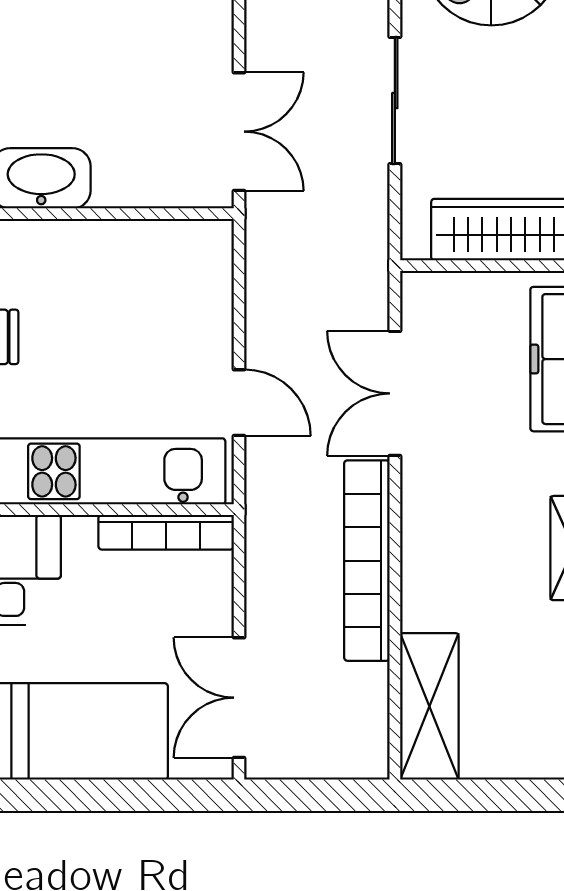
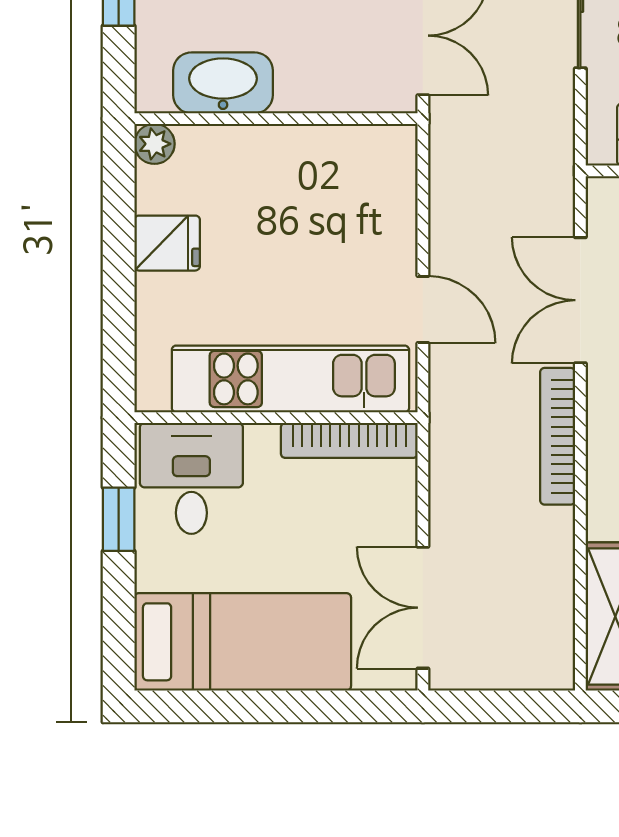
bookcase: (367, 561) -> (558, 436), width x0.68, depth x0.76

